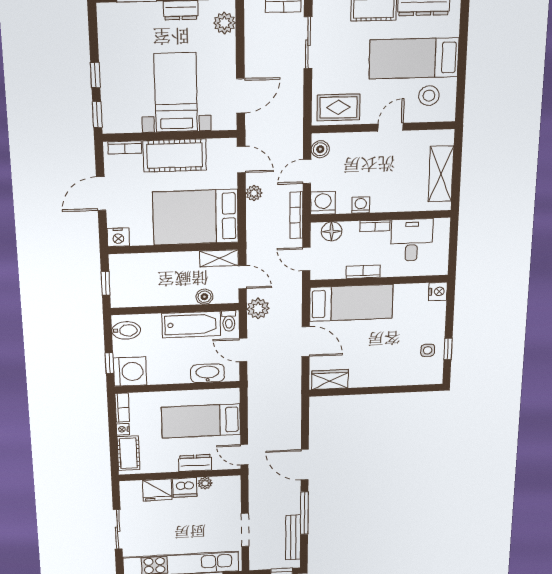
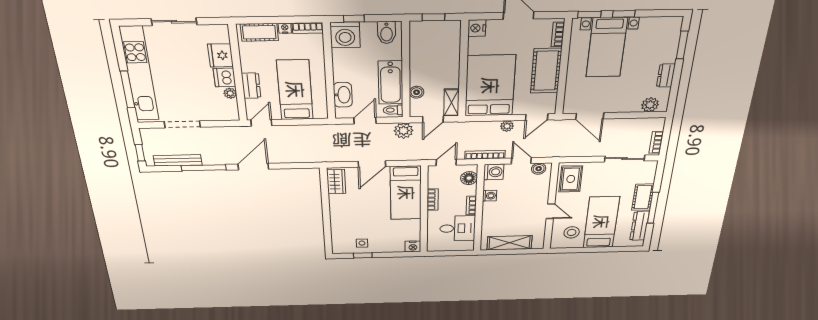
bed with nightstands: (176, 93) -> (607, 47), moved, turned 90

